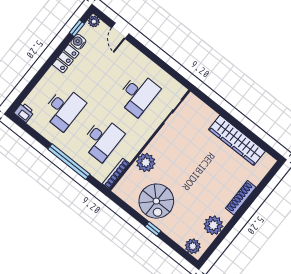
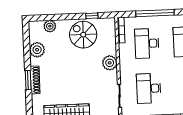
plant: (146, 162) -> (110, 63), moved
window: (248, 203) -> (28, 80), added
window: (153, 229) -> (92, 16), moved
plant: (193, 246) -> (50, 26), moved

